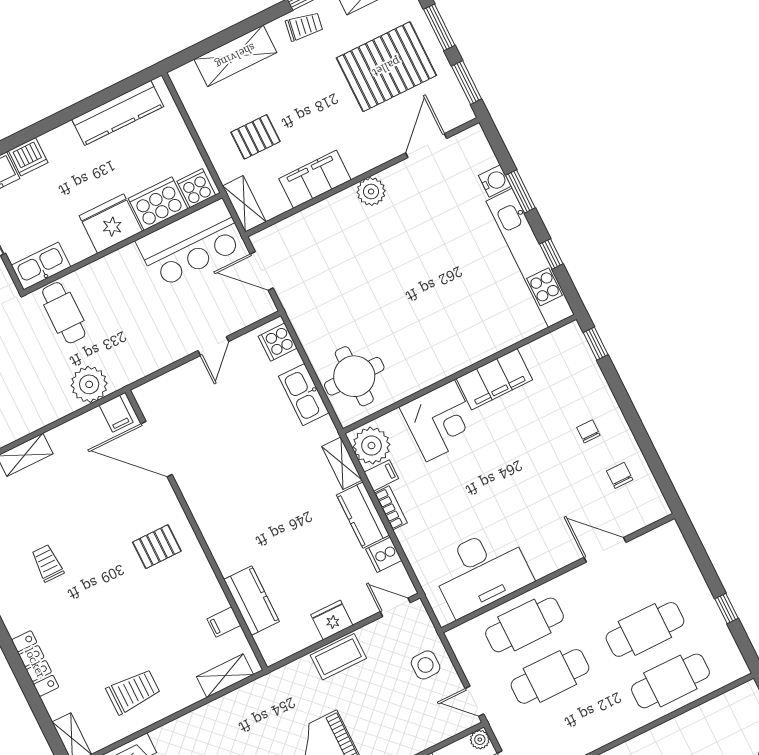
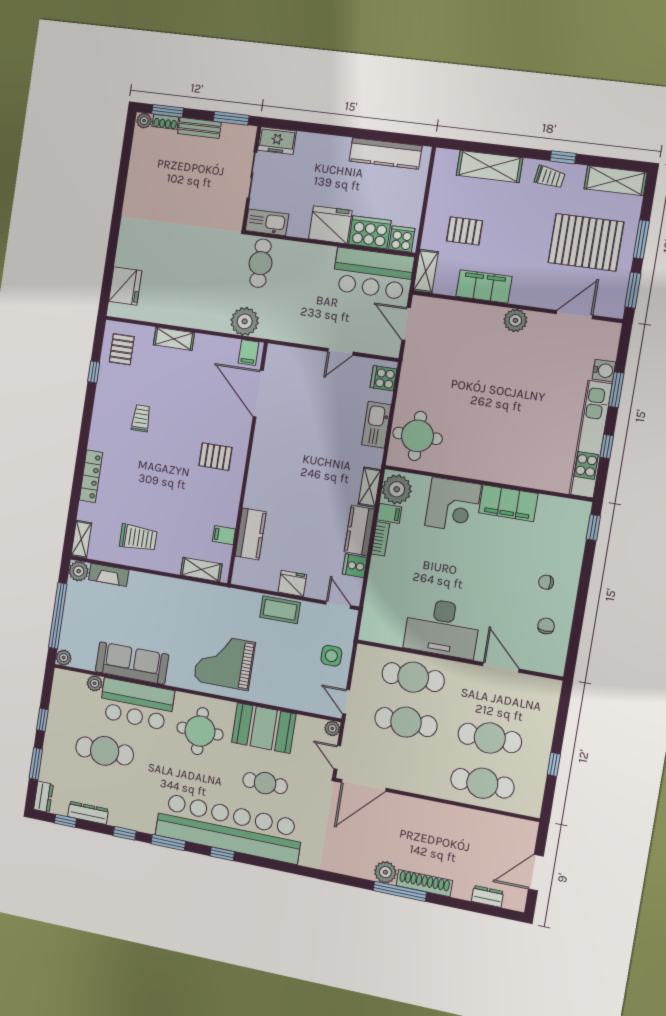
dishwasher: (28, 157) -> (308, 144), removed
chair: (588, 431) -> (546, 582), turned -90
desk: (481, 571) -> (442, 628), moved

